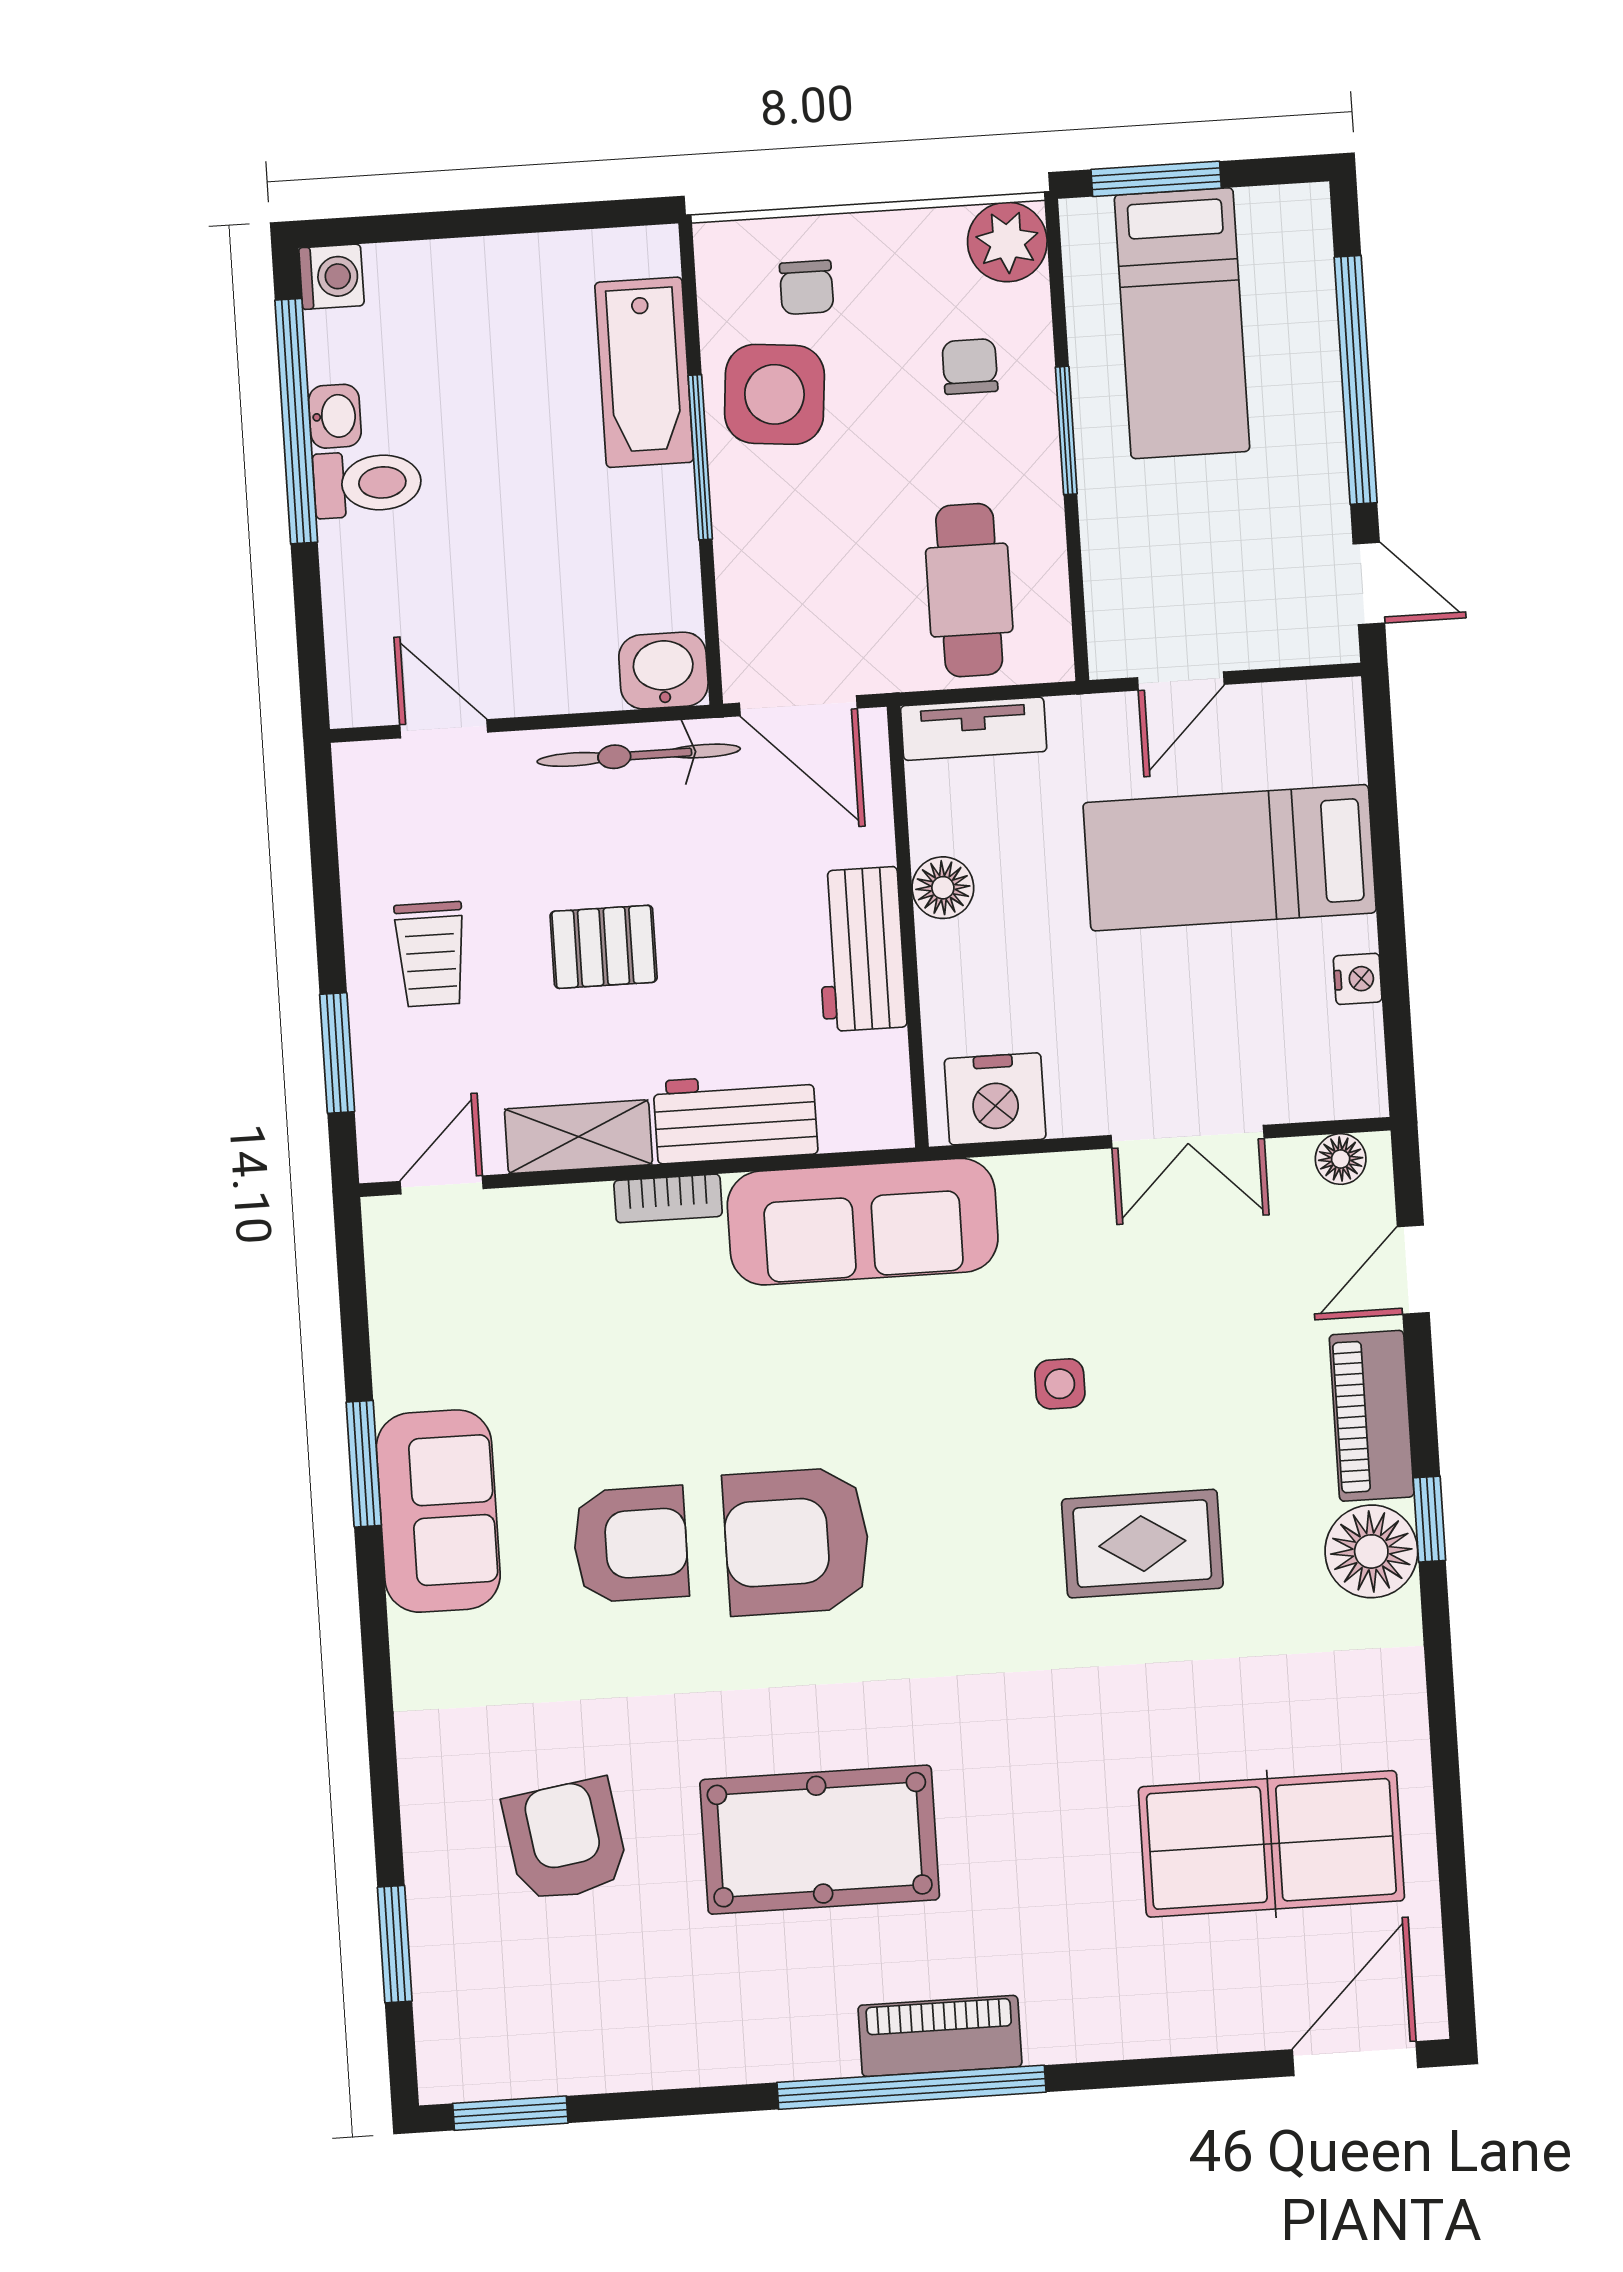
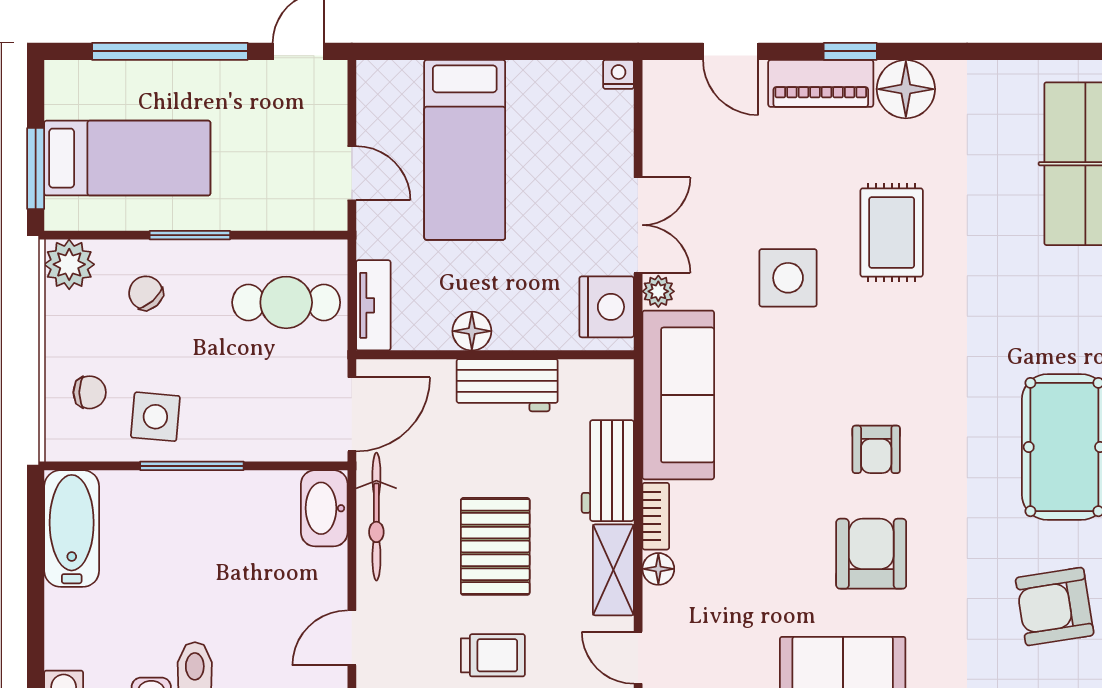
chair: (970, 366) -> (146, 293), turned 48
bathtub: (644, 372) -> (72, 528), moved, turned -90
side table: (774, 394) -> (155, 417), width x0.73, depth x0.73
washbasin: (663, 671) -> (324, 508), width x1.38
pallet: (604, 947) -> (495, 546), width x1.50, depth x1.42
nightstand: (1358, 979) -> (618, 74), moved
double door: (1188, 1137) -> (638, 225), moved
floor lamp: (1341, 1159) -> (658, 569), moved
plant: (1025, 1179) -> (658, 291), added
side table: (1060, 1384) -> (788, 278), width x1.87, depth x1.87
window: (1429, 1519) -> (850, 51), moved
armchair: (797, 1541) -> (876, 449), width x0.53, depth x0.53

